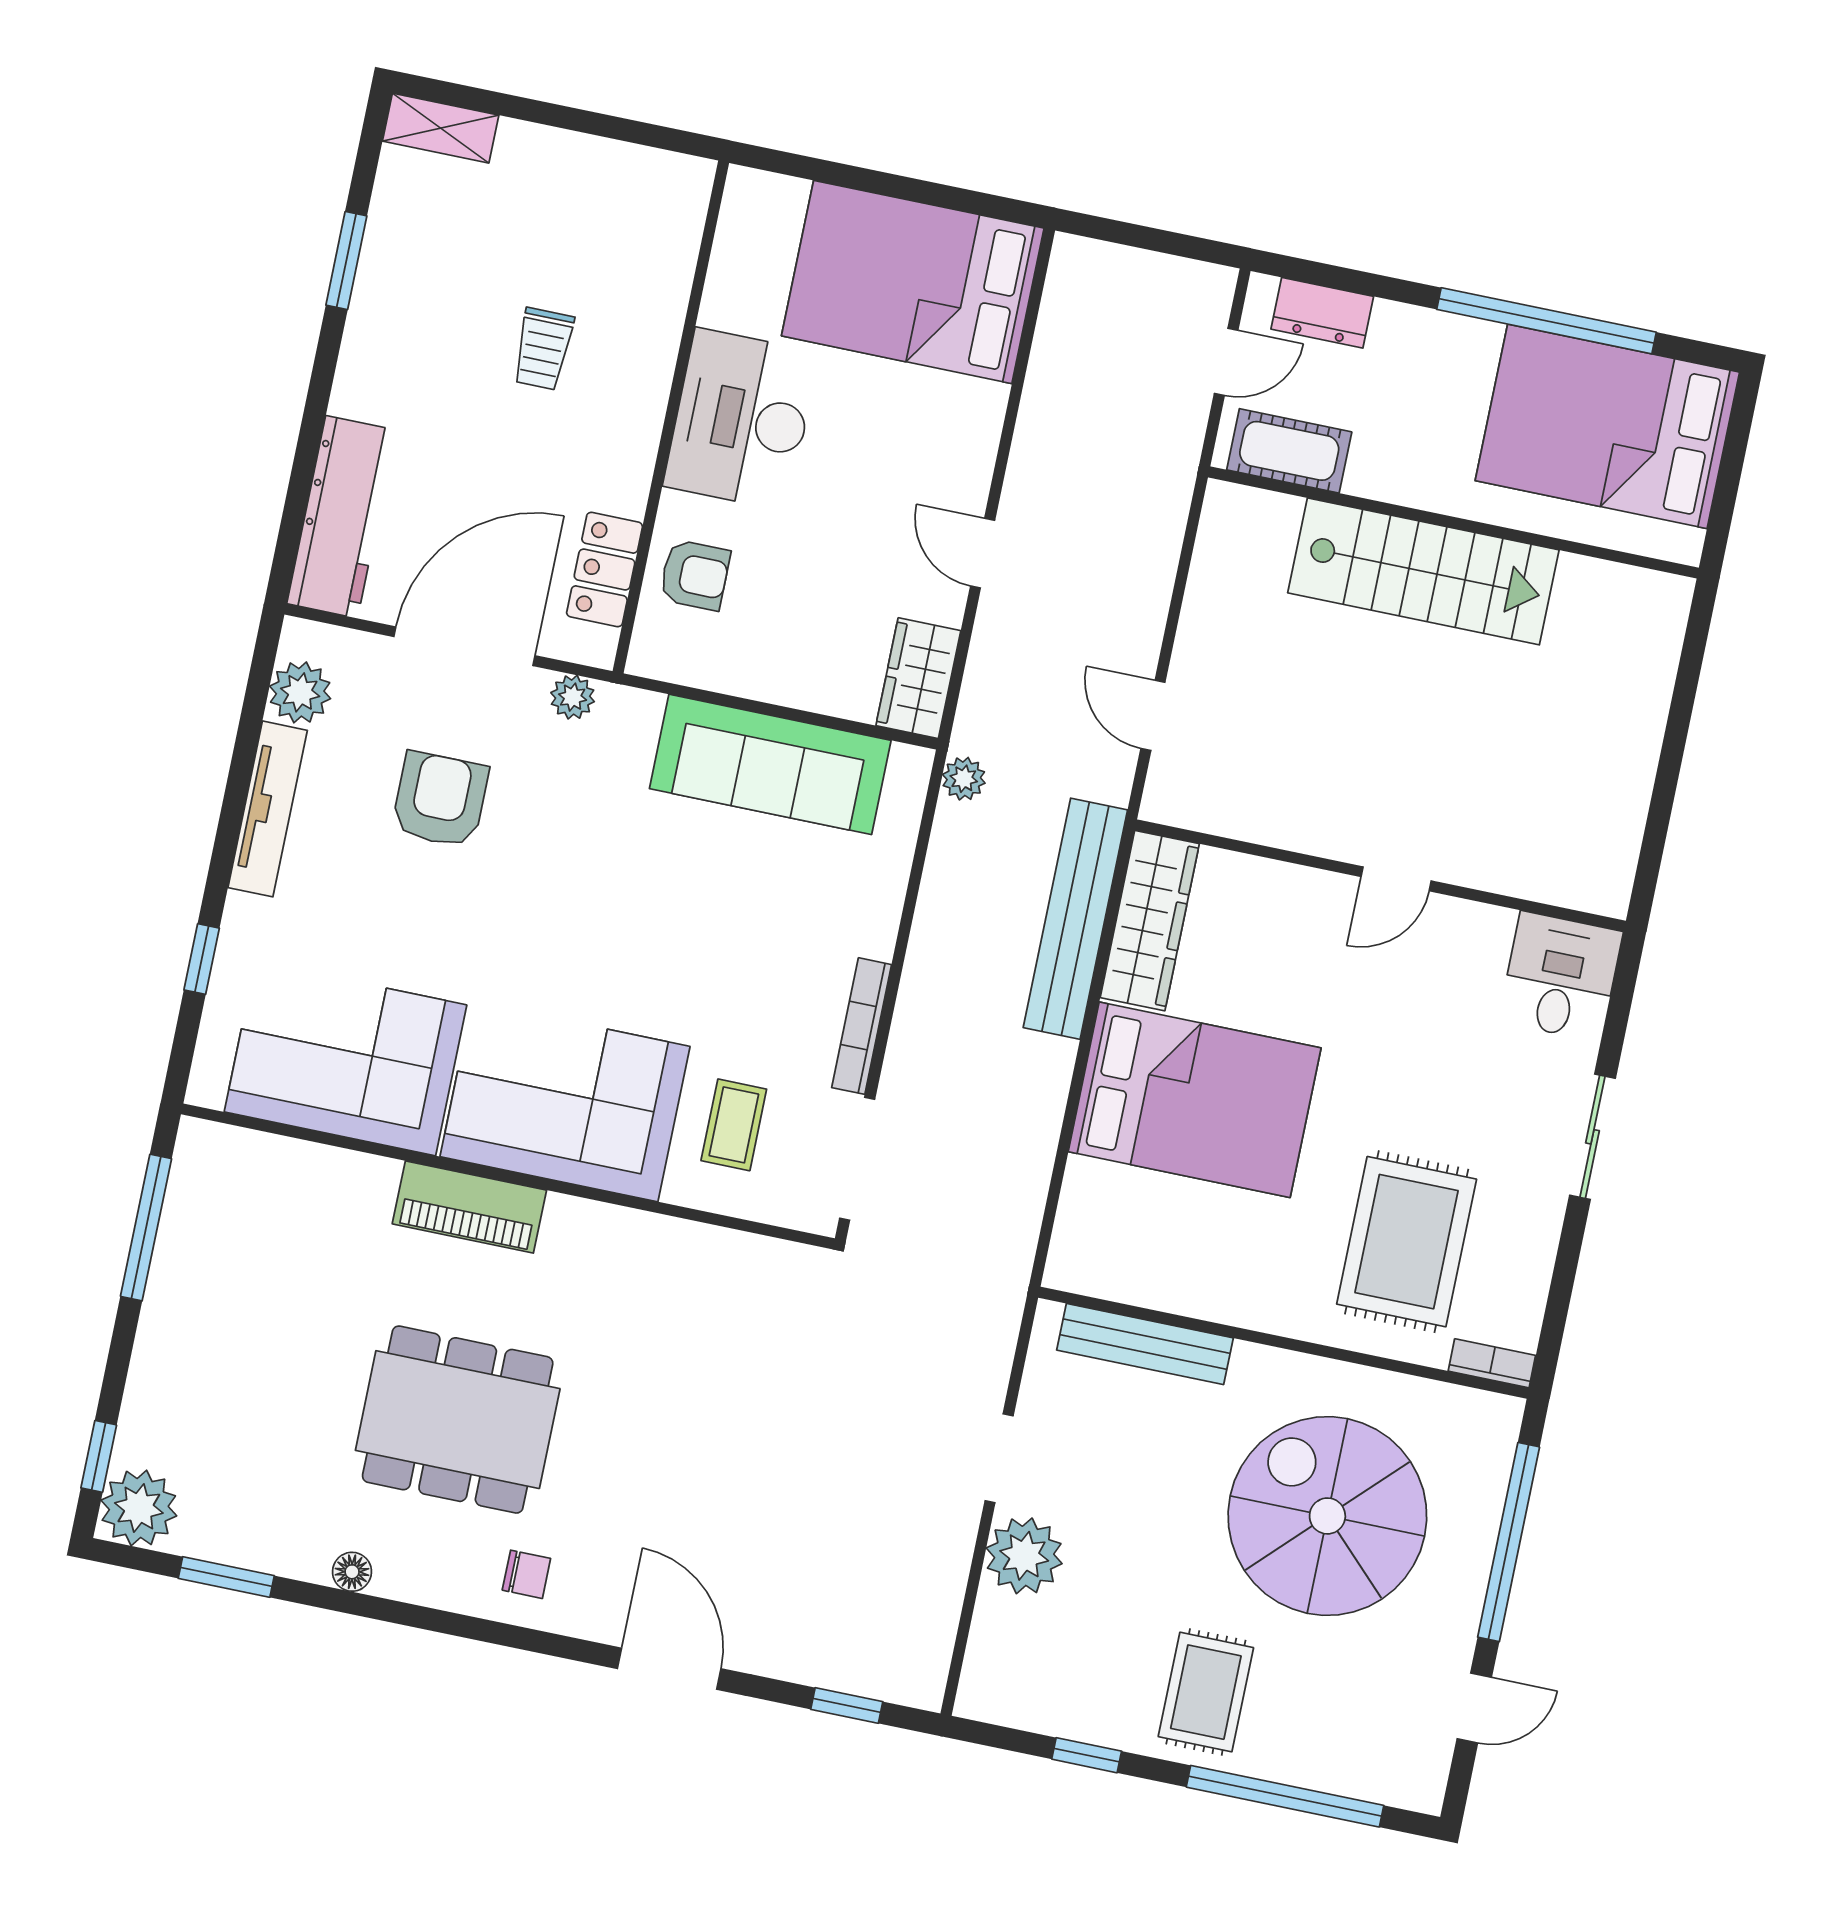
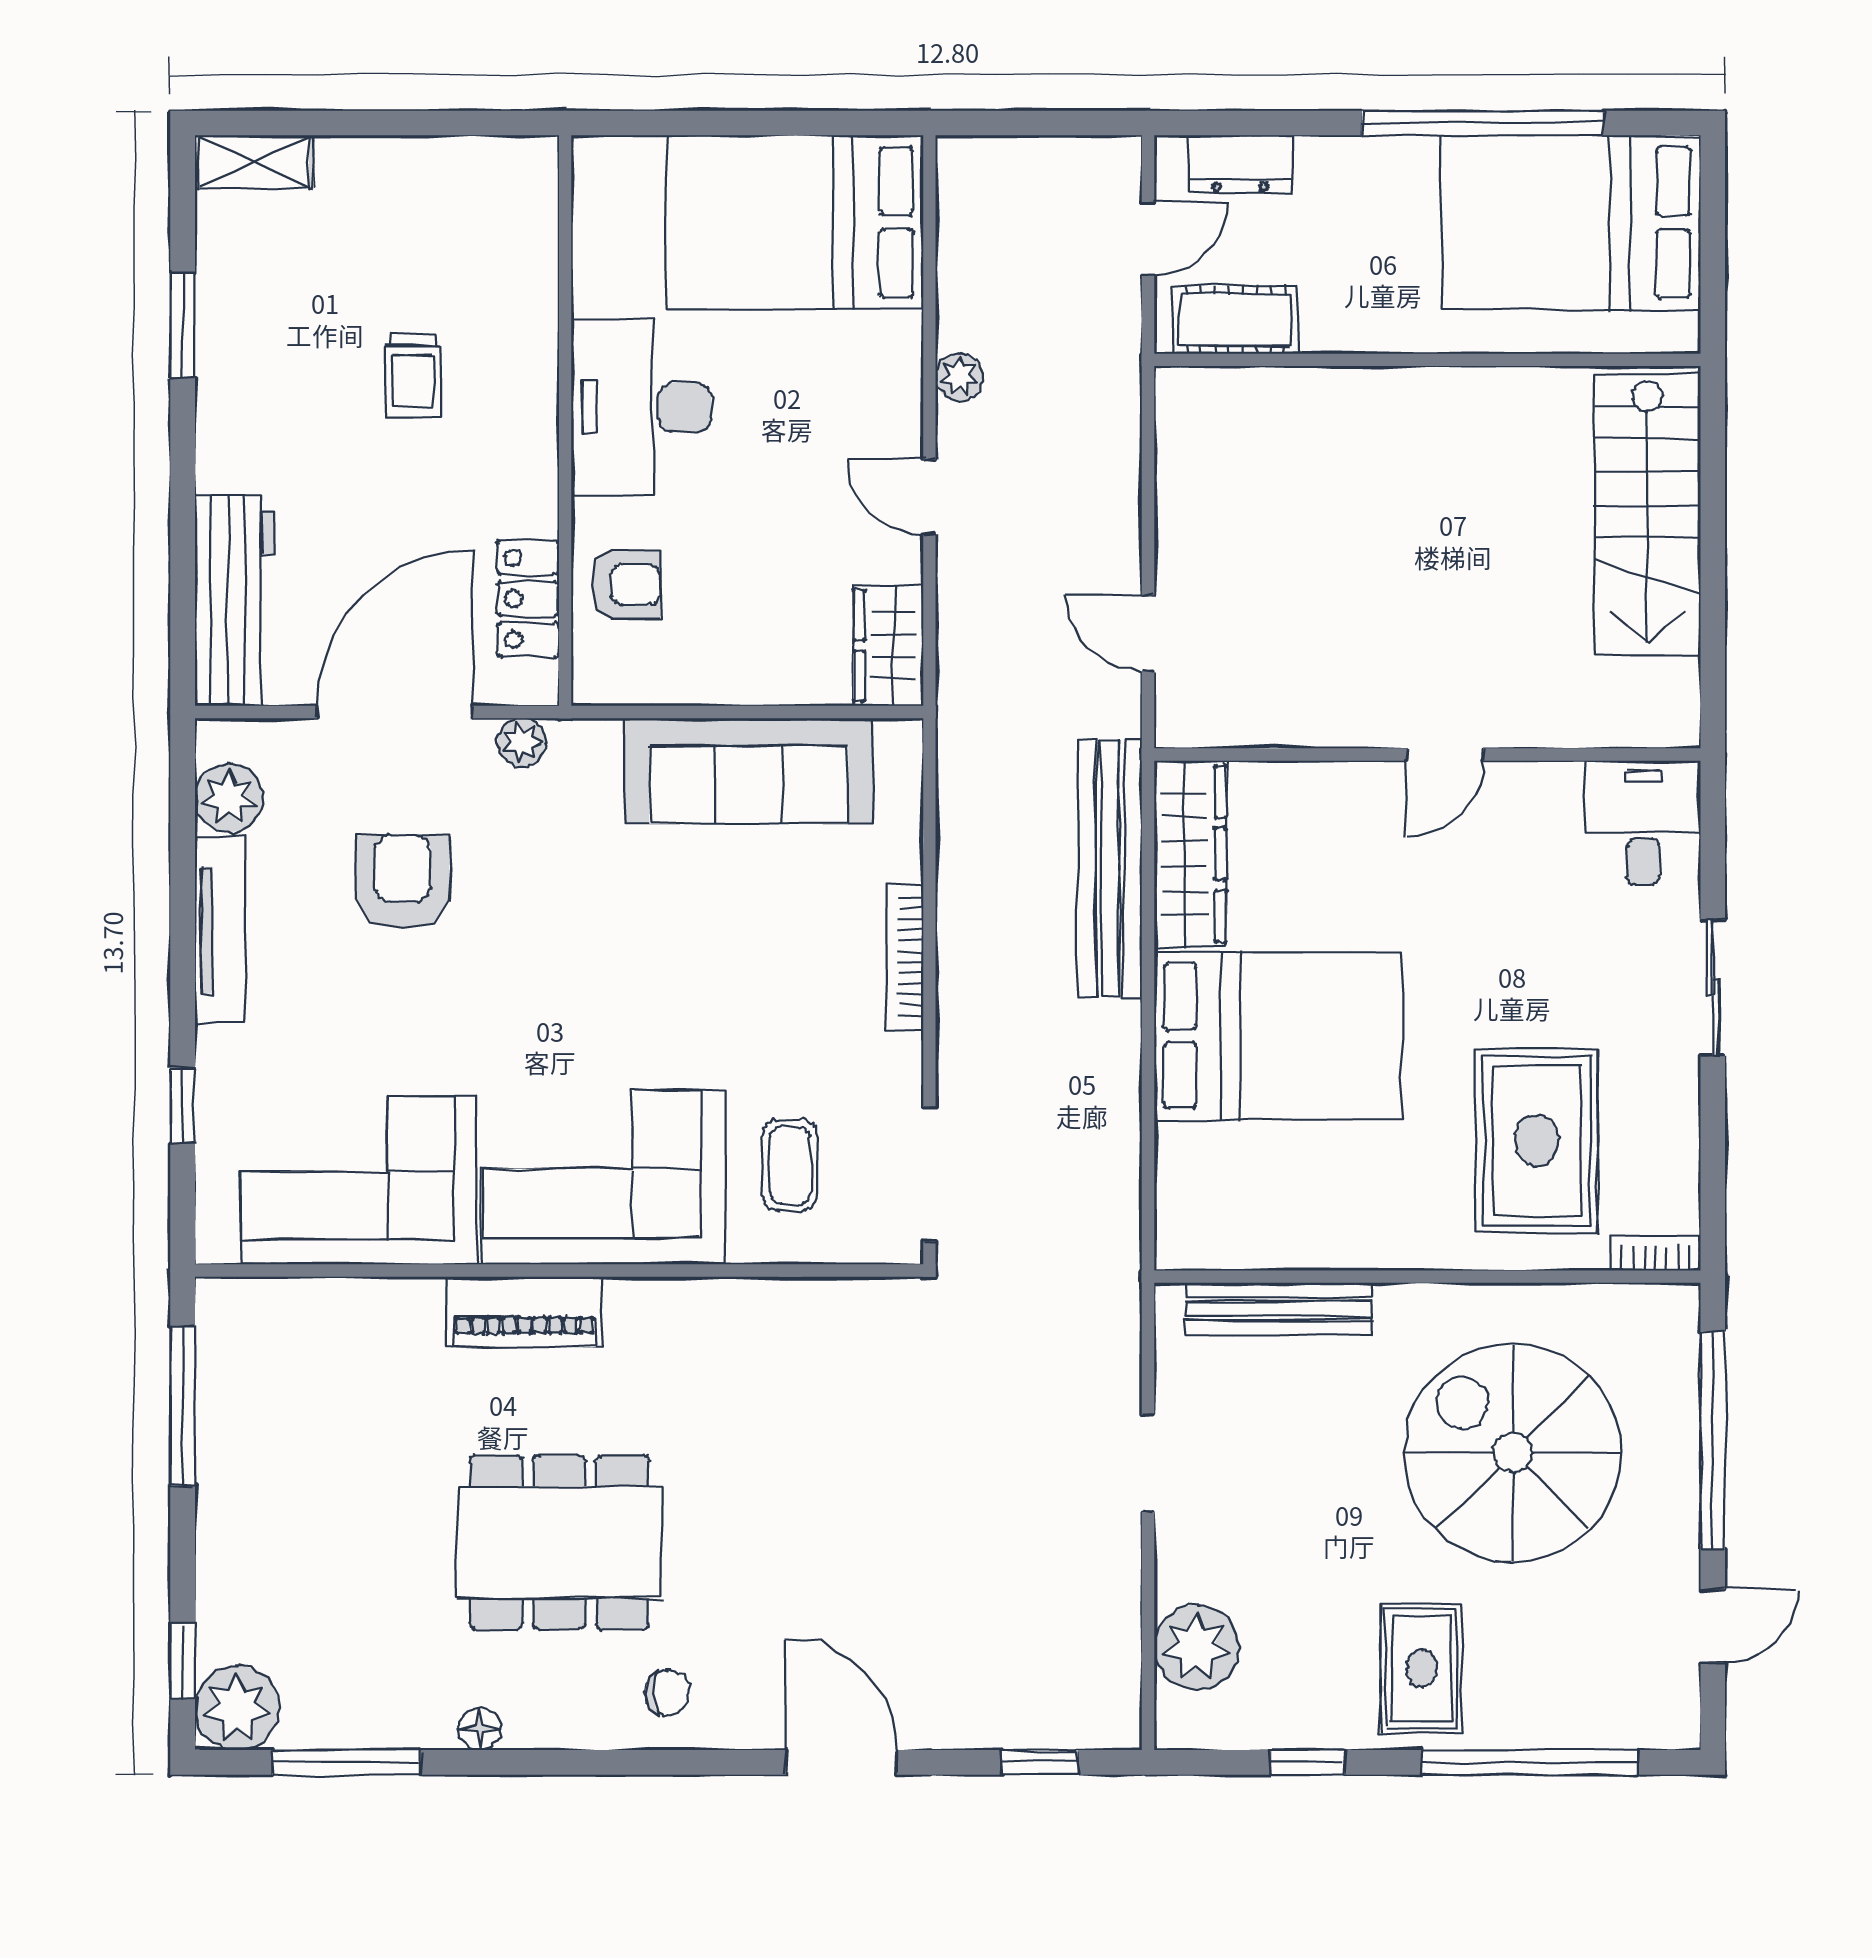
stairs: (1423, 571) -> (1647, 514), moved, turned 90
plant: (964, 779) -> (959, 377), moved
bookcase: (862, 1026) -> (905, 957), moved
plant: (1024, 1556) -> (1197, 1647), moved
window: (226, 1577) -> (346, 1762), width x1.44

